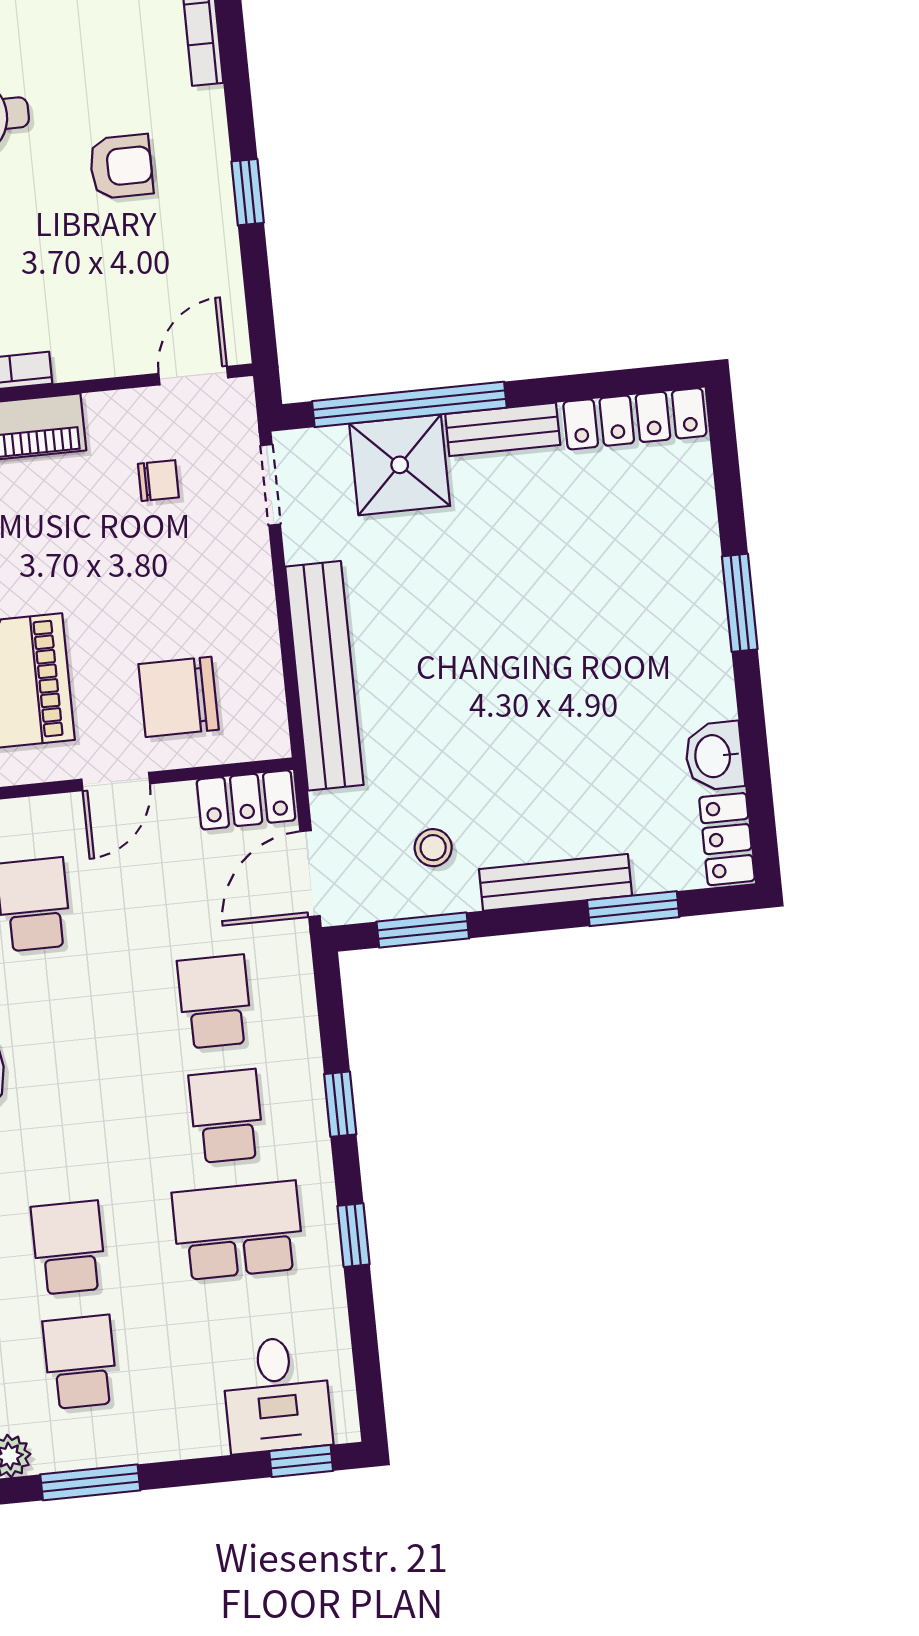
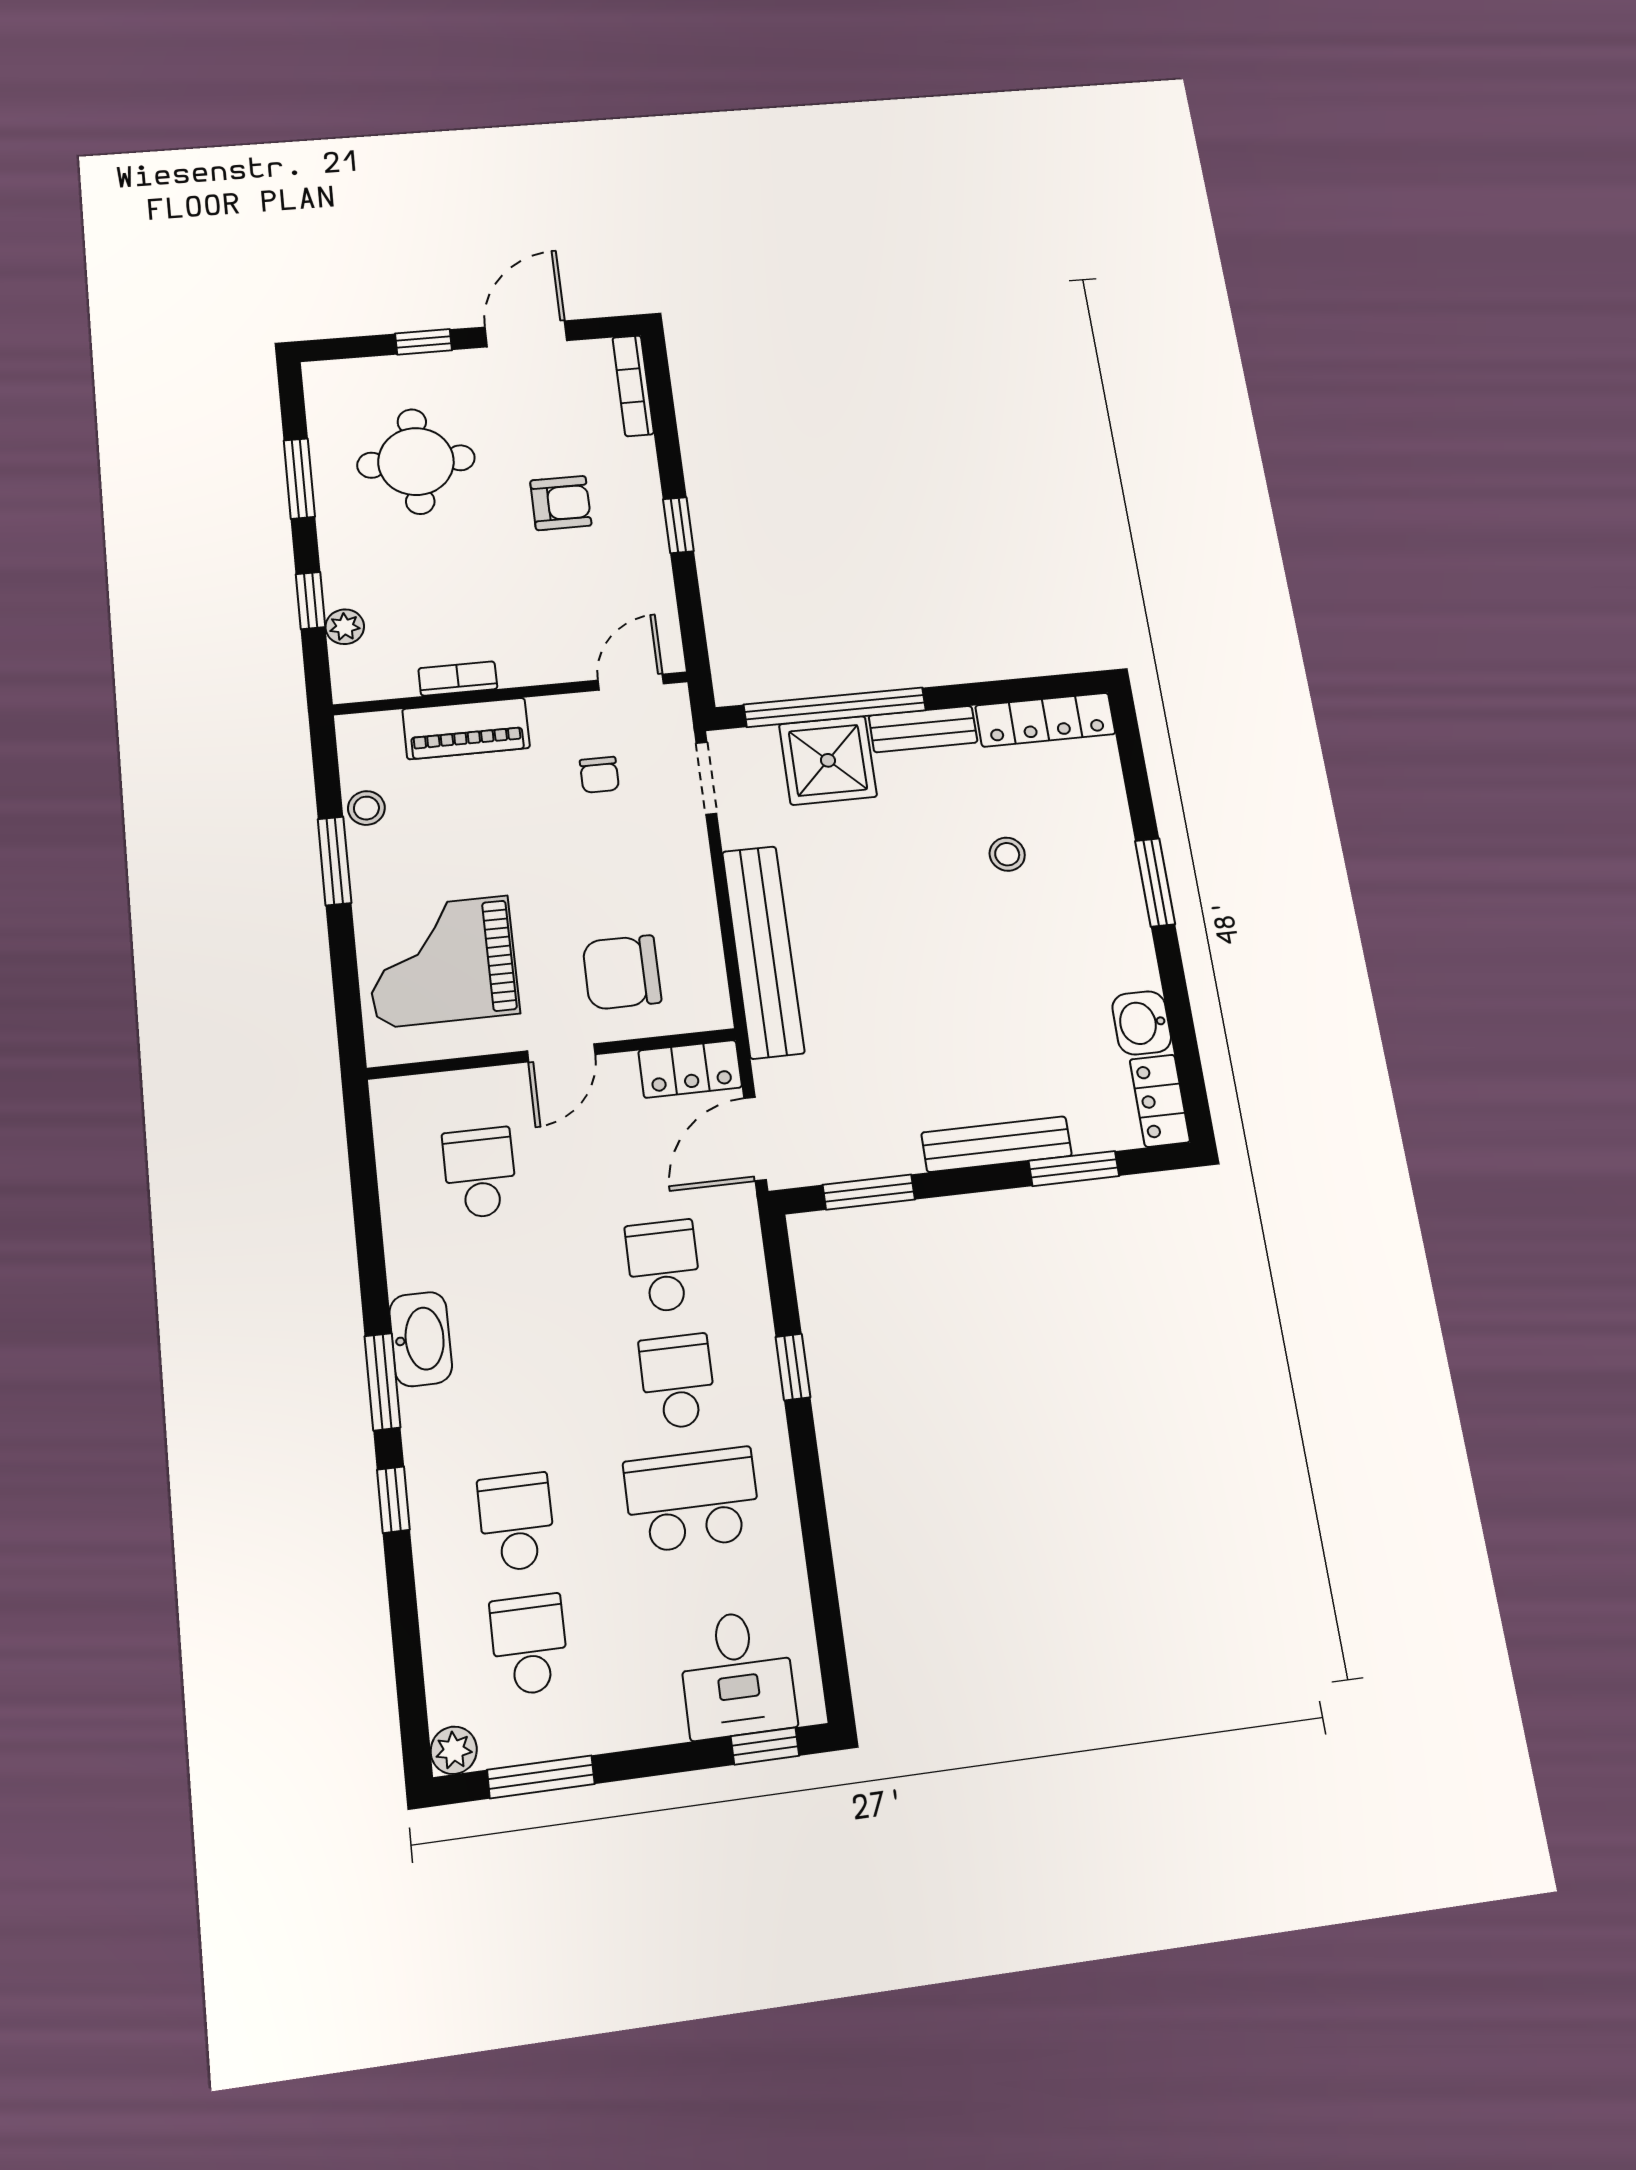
chair: (158, 481) -> (599, 775), turned 90
stool: (433, 848) -> (1007, 854), moved
window: (354, 1235) -> (811, 1502), removed

